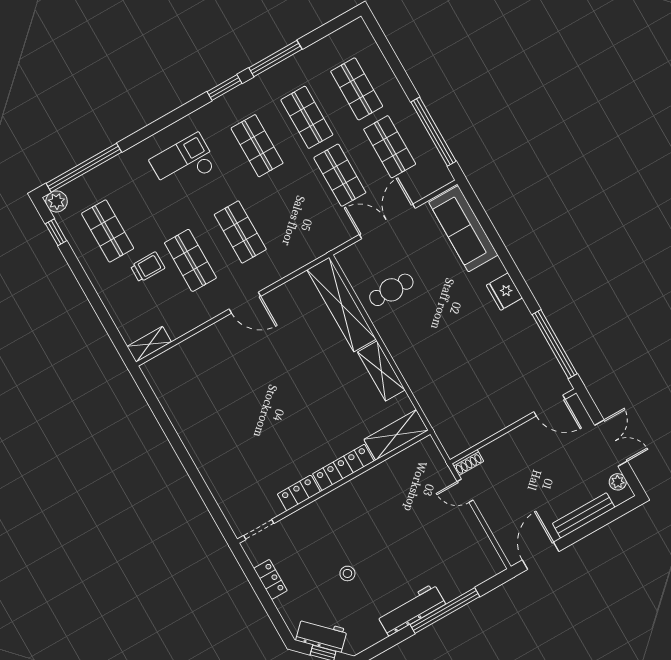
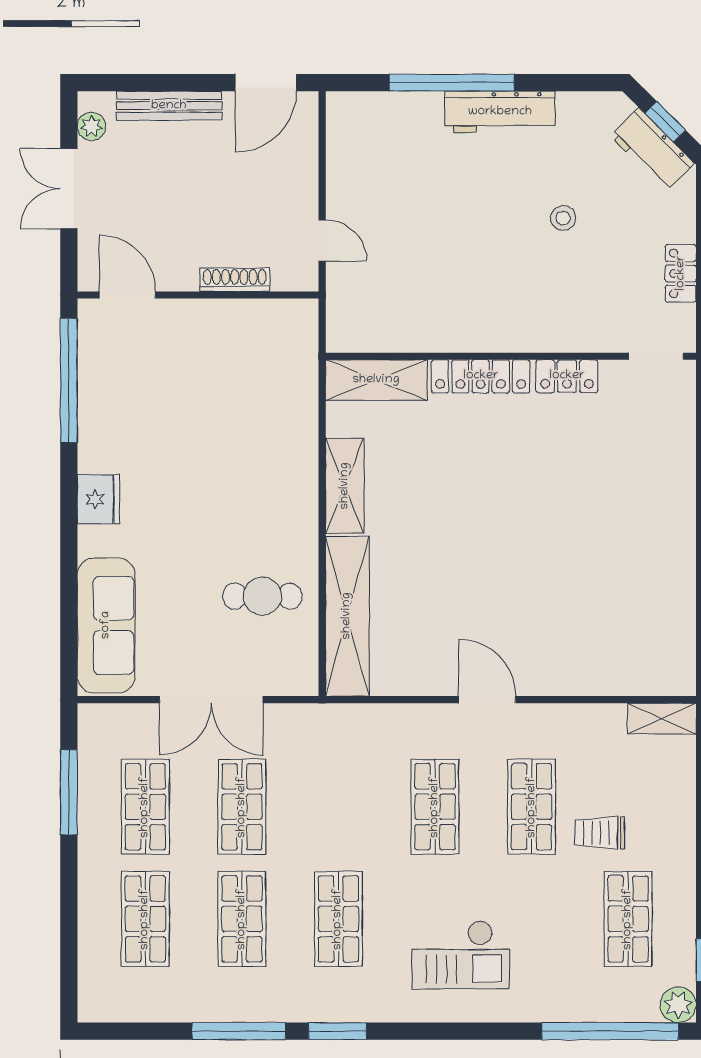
window: (433, 132) -> (69, 792), width x0.68
shoe rack: (468, 462) -> (235, 280), moved, width x1.43

